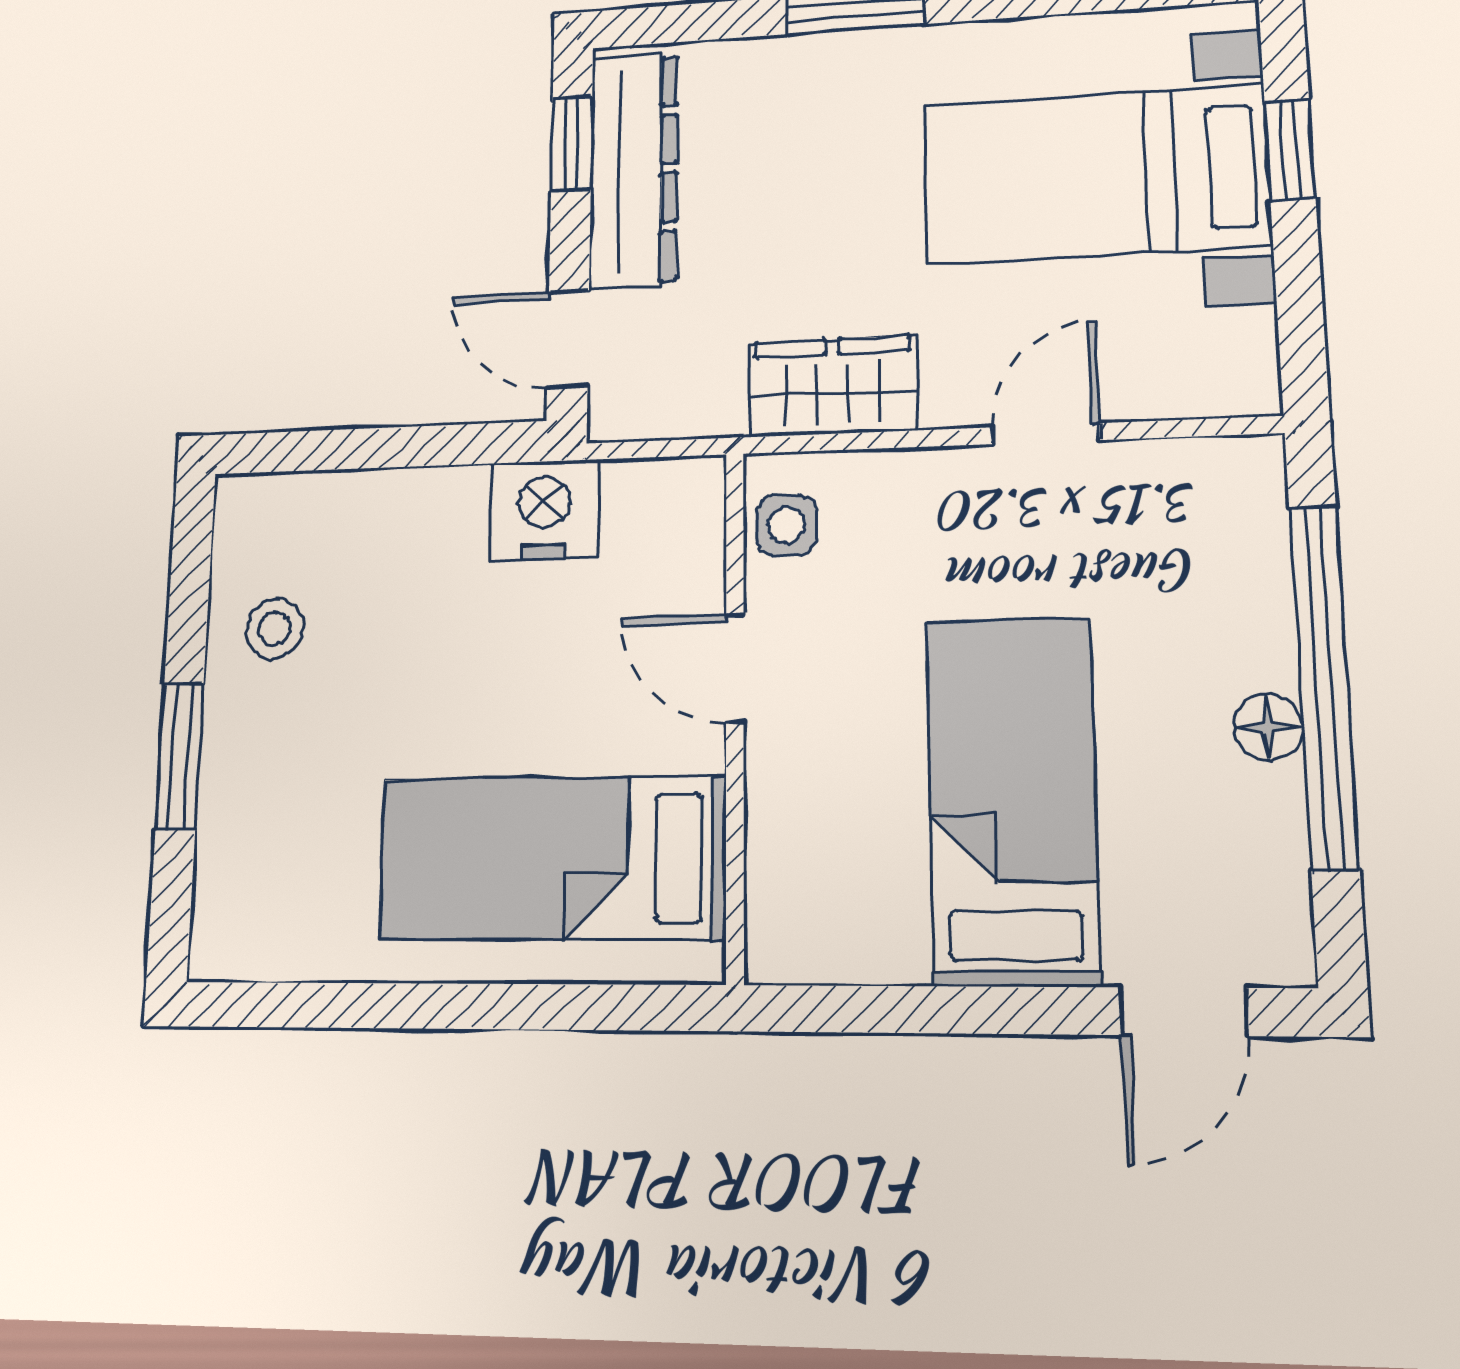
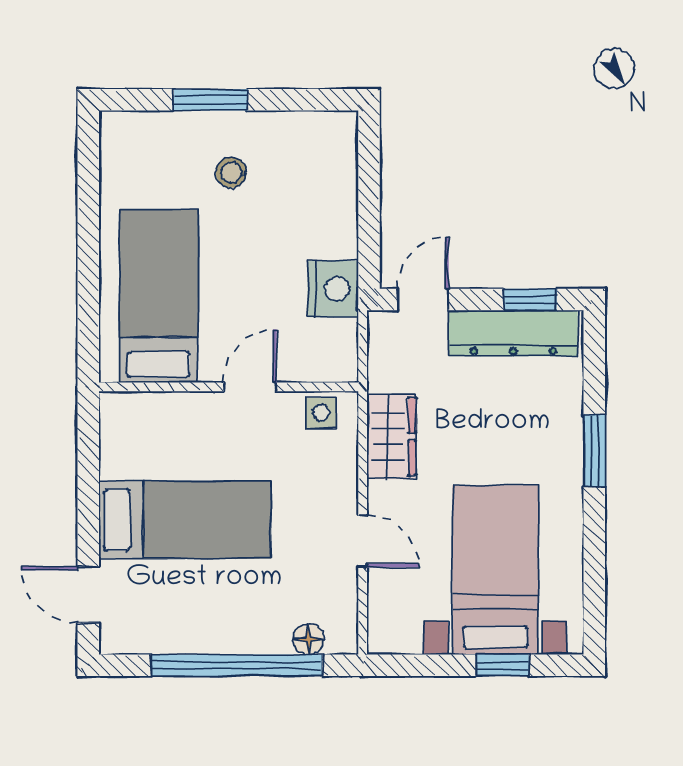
stool: (275, 628) -> (231, 173), moved
floor lamp: (1268, 727) -> (308, 639), moved

